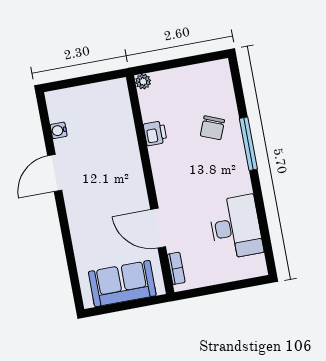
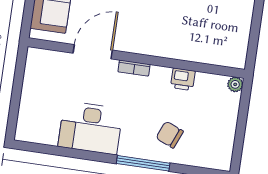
desk: (236, 227) -> (90, 128), moved
bookcase: (176, 268) -> (134, 68), moved

